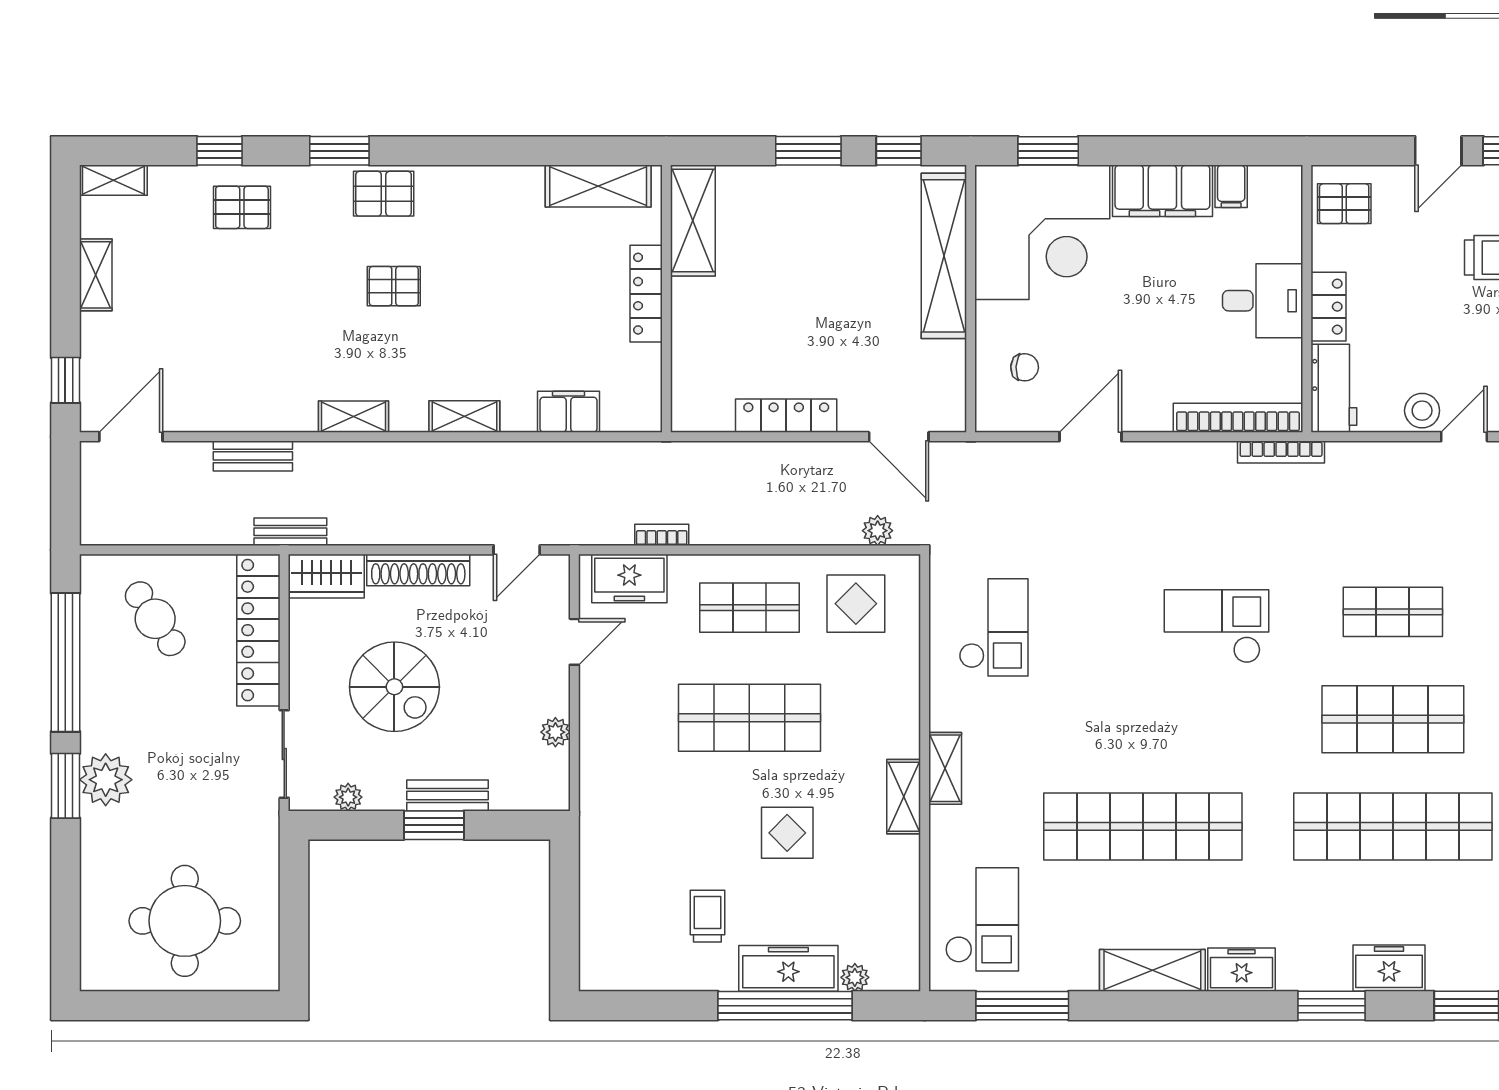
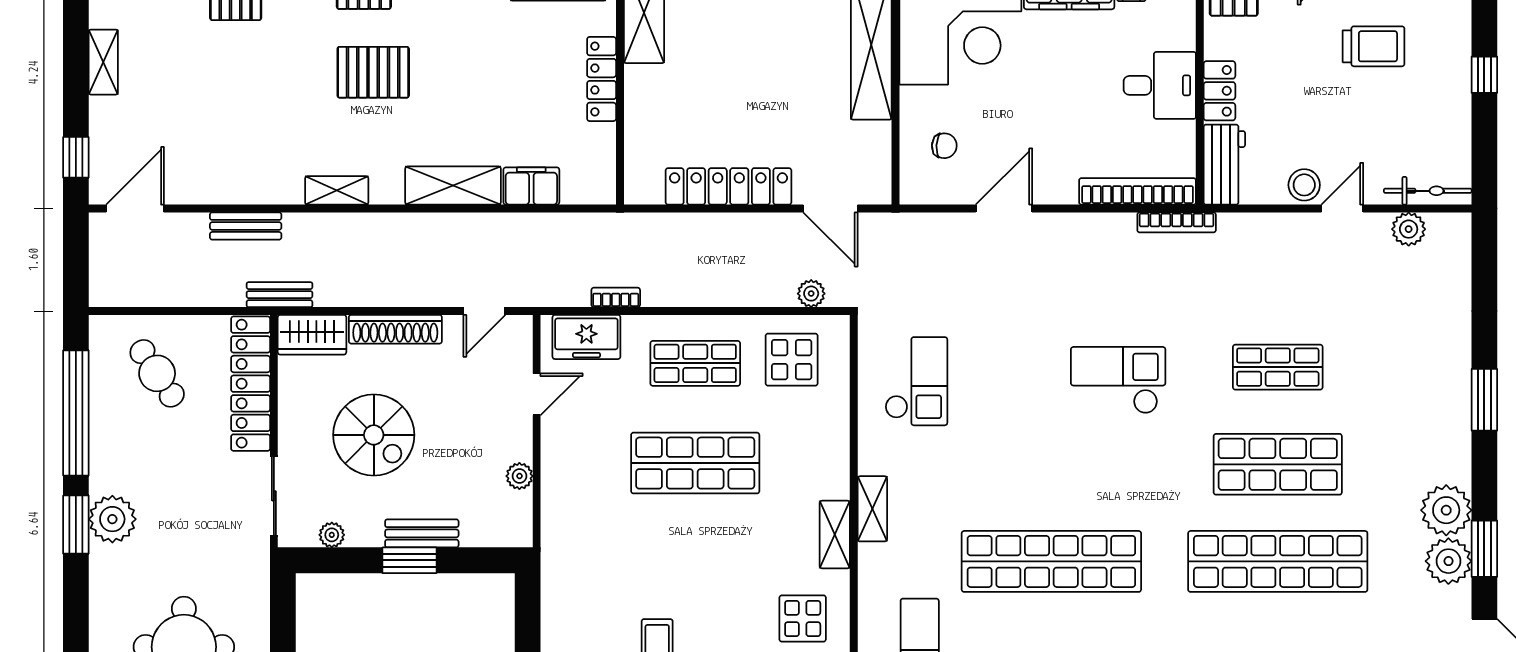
pallet: (394, 286) -> (373, 72), width x1.50, depth x1.42
locker: (786, 416) -> (728, 186), width x1.41, depth x1.21
shelving: (464, 417) -> (453, 186), width x1.50, depth x1.33
display table: (787, 833) -> (803, 619), moved

